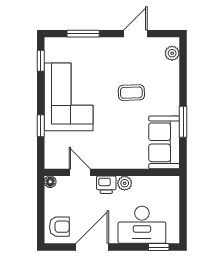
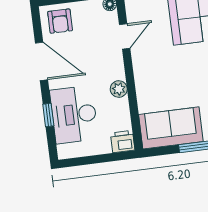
printer: (106, 185) -> (123, 142), moved, turned 90
window: (159, 247) -> (48, 115), moved

